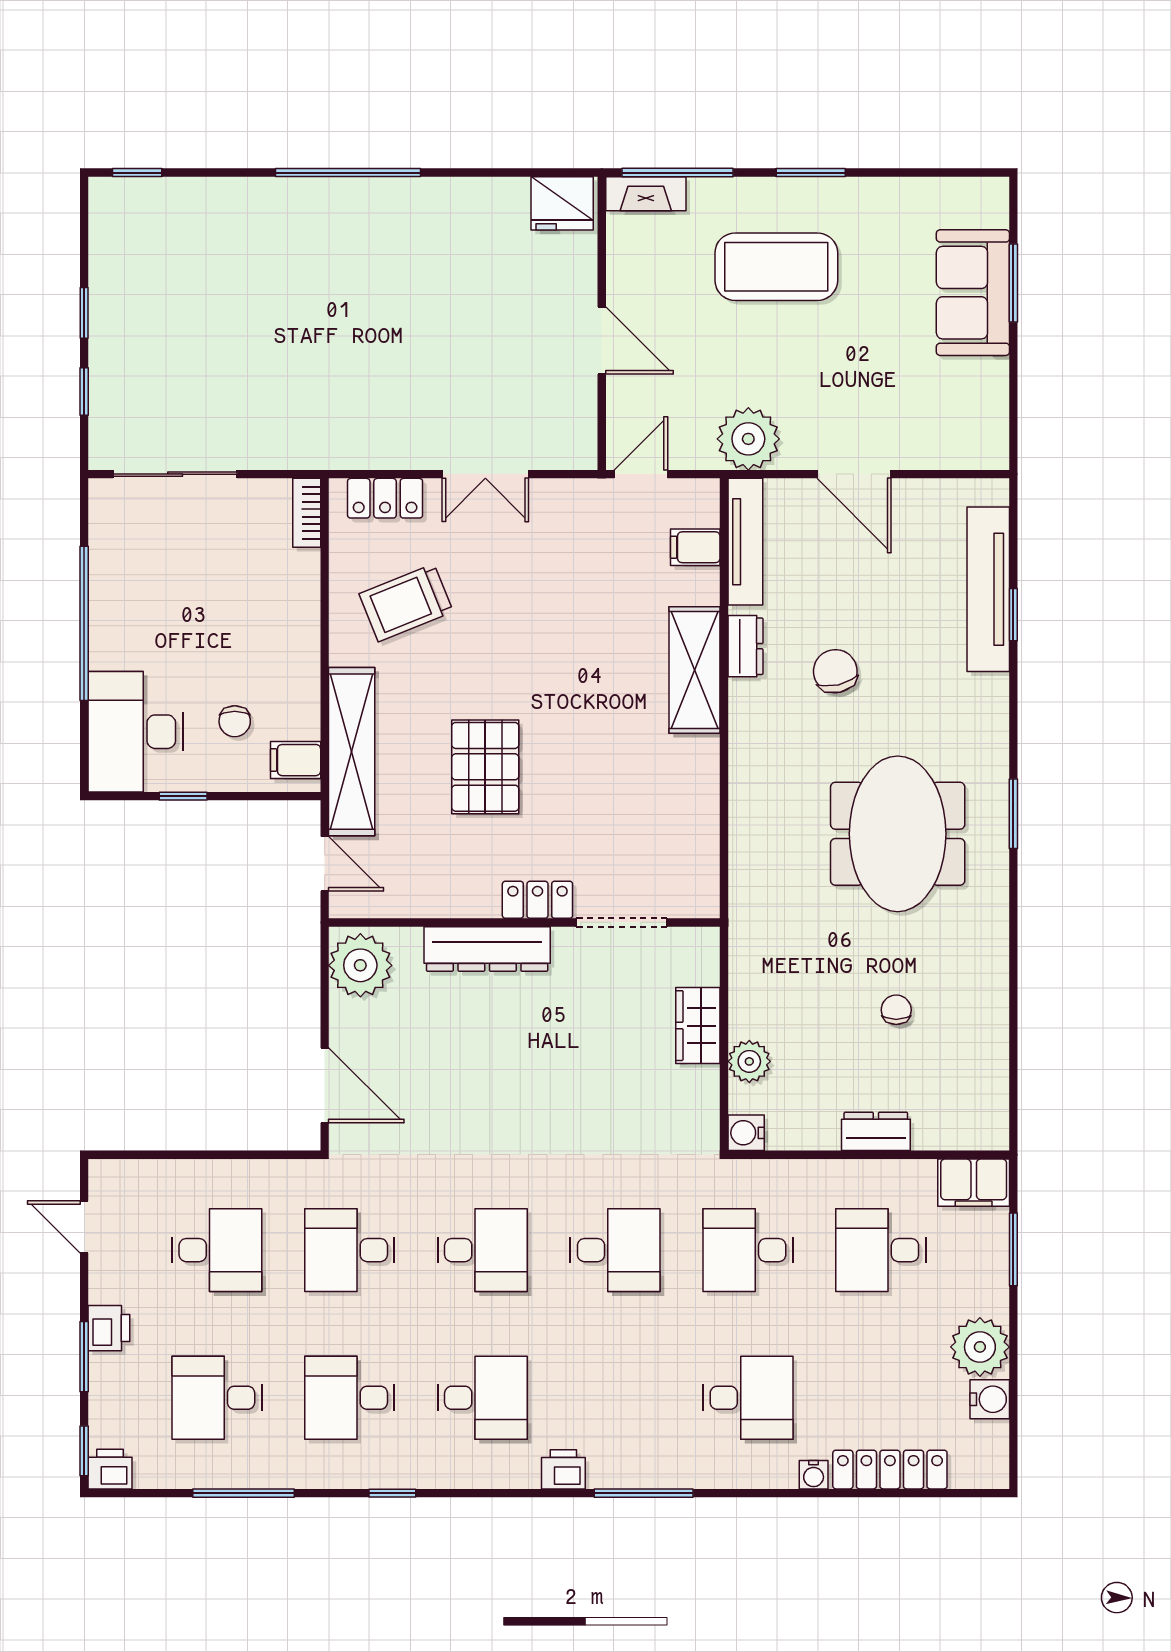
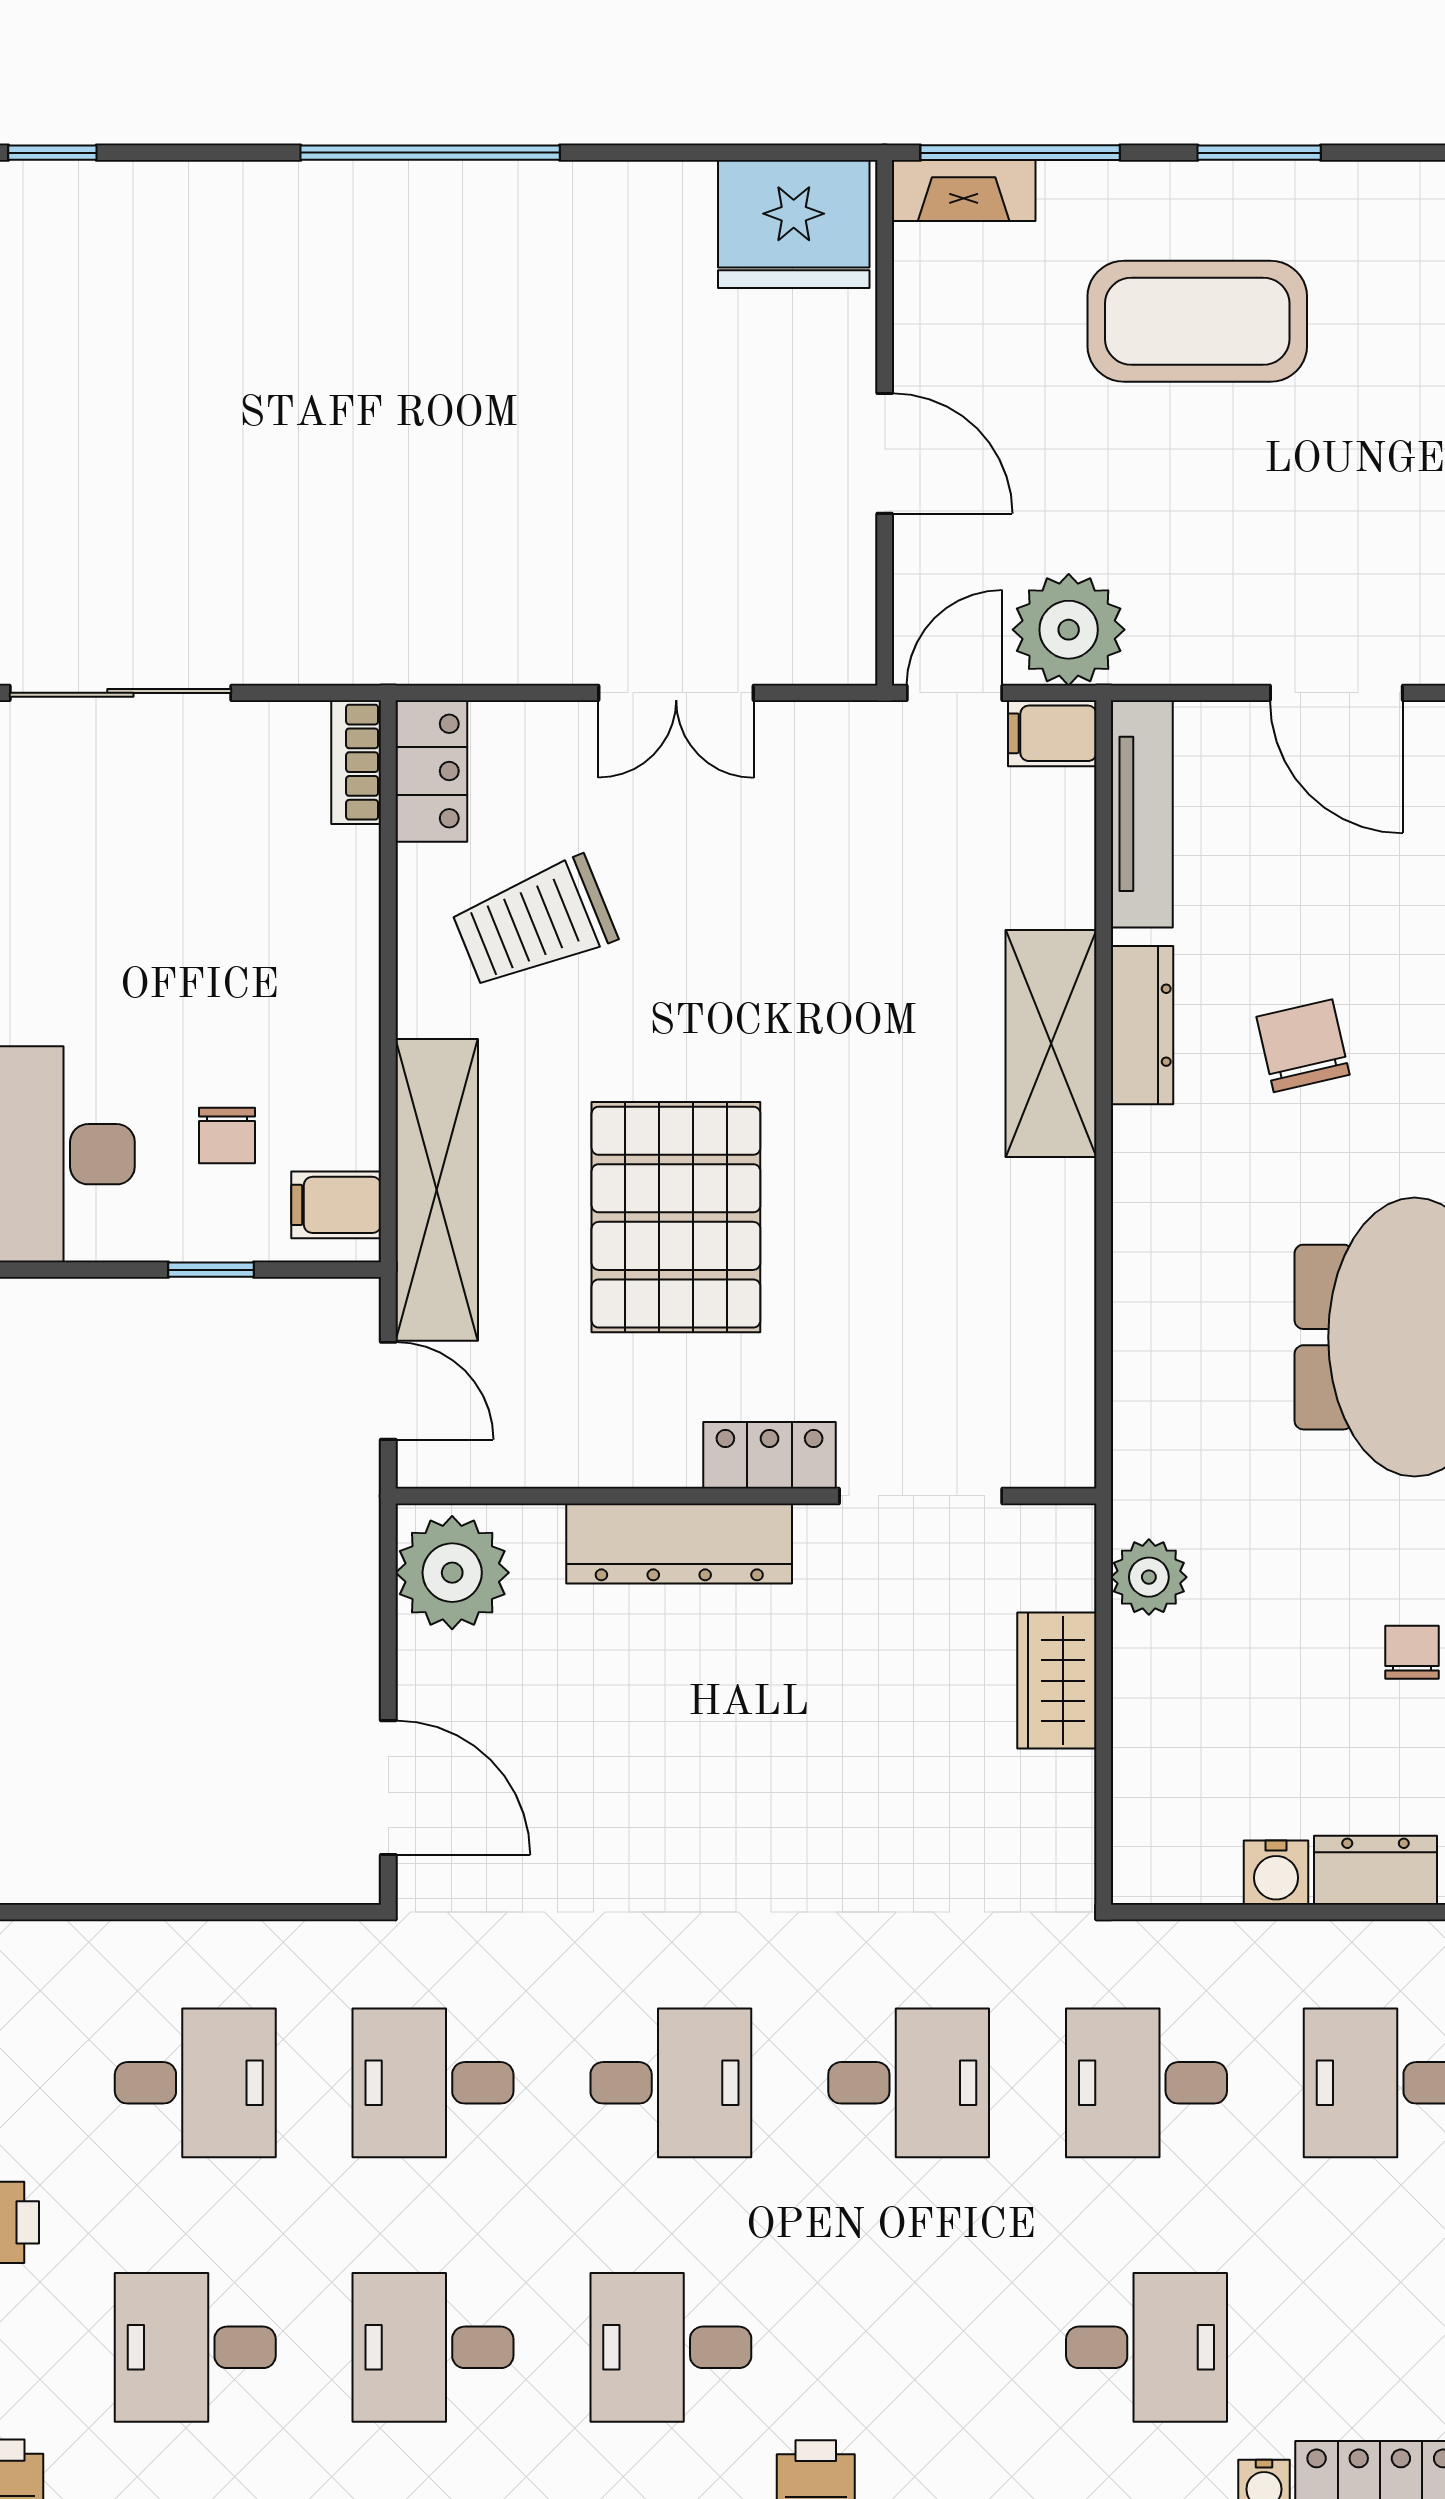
fridge: (562, 203) -> (794, 224), width x1.36, depth x1.34
plant: (748, 439) -> (1069, 630), moved
locker: (385, 498) -> (431, 771), moved, turned -90
filing cabinet: (695, 547) -> (1052, 733), moved
dresser: (745, 646) -> (1142, 1025), width x1.44
pallet: (485, 767) -> (676, 1217), width x1.37, depth x1.41
window: (183, 796) -> (211, 1270), moved
plant: (749, 1061) -> (1149, 1577), moved
water cooler: (746, 1133) -> (1276, 1873), moved, turned -90
desk: (482, 1398) -> (671, 2347), turned 180

